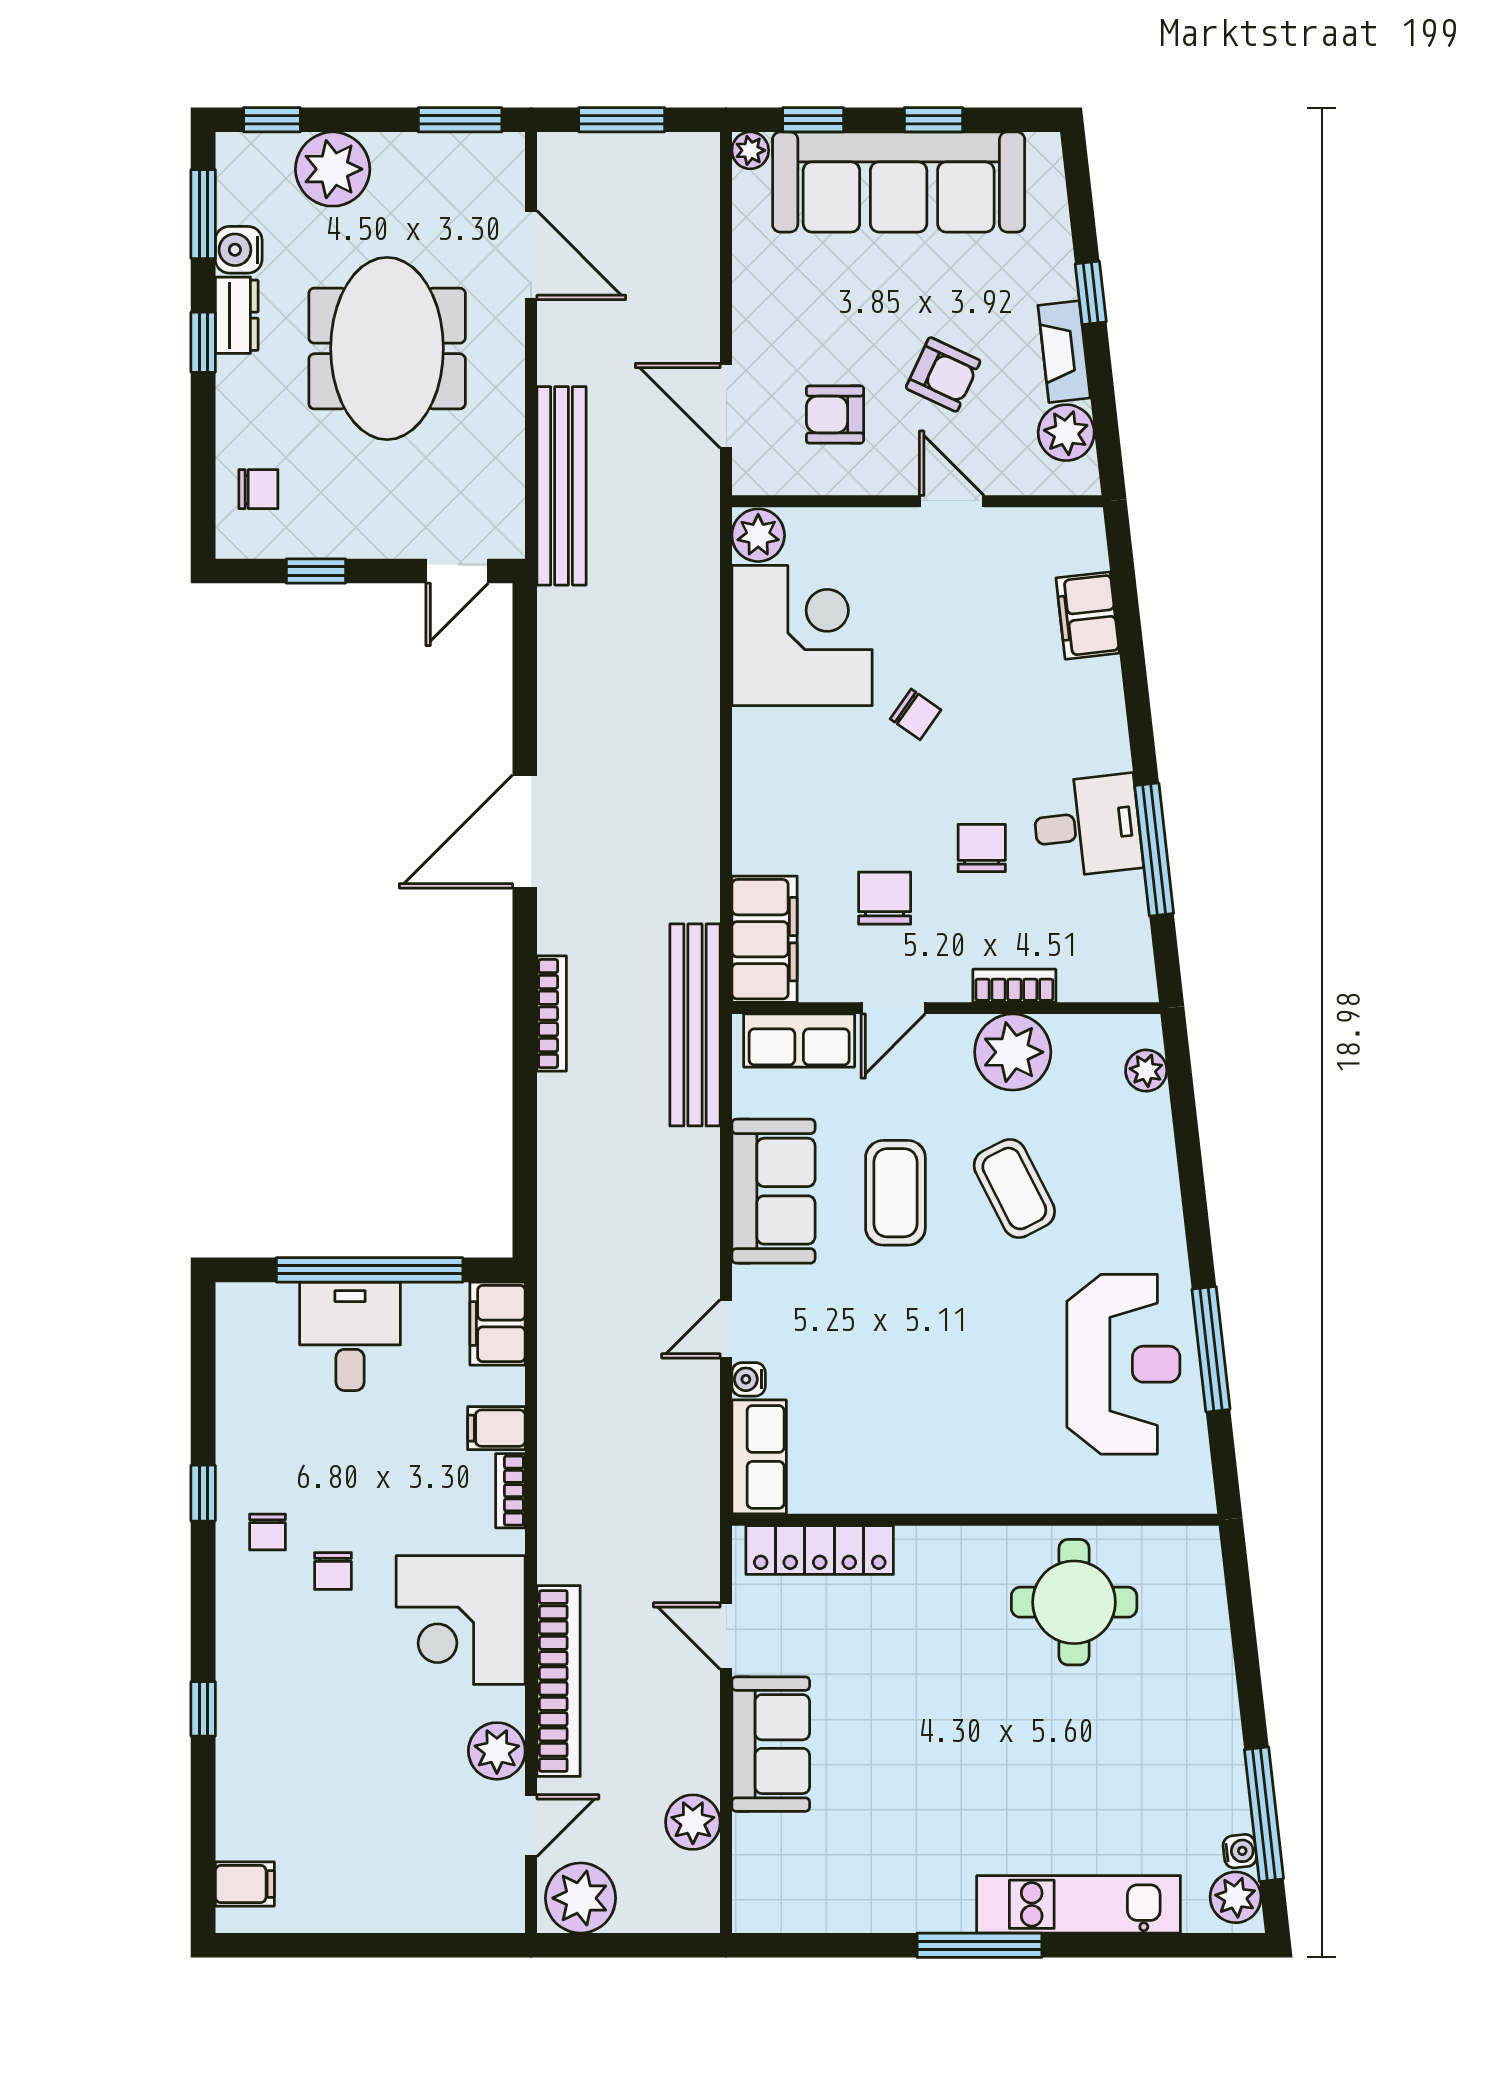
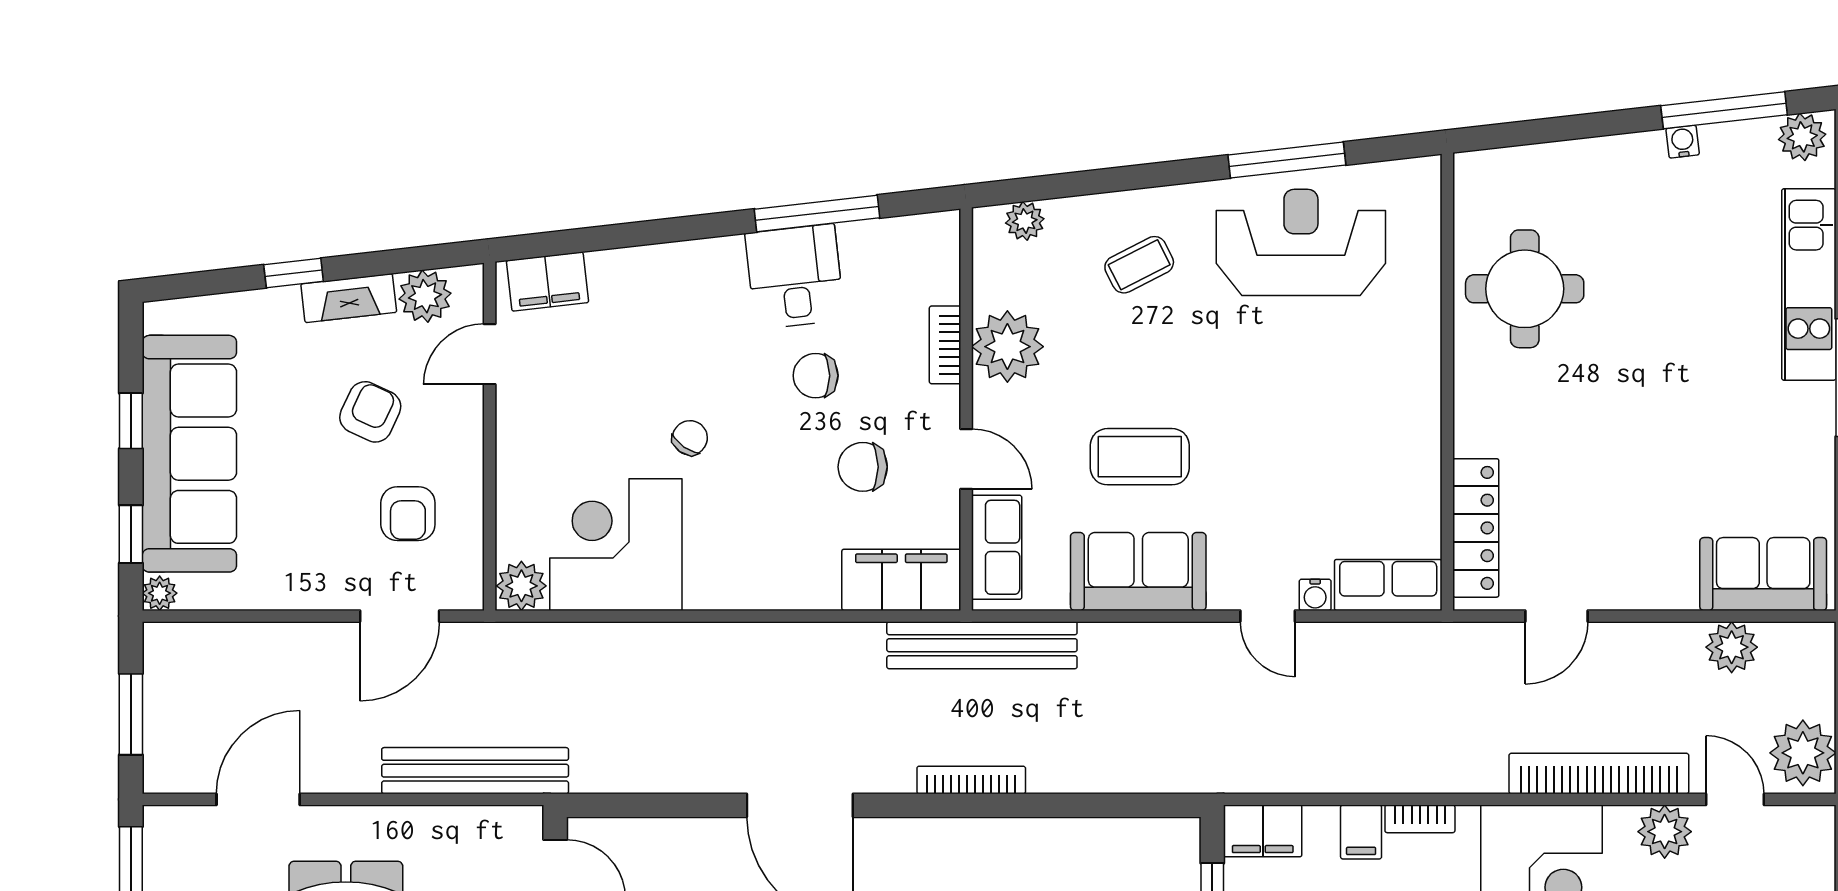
door: (952, 501) -> (490, 354), moved
filing cabinet: (1088, 616) -> (547, 282), moved
coffee table: (1014, 1188) -> (1139, 265), moved, width x0.73, depth x0.77
sofa: (771, 1744) -> (1763, 574), moved
water cooler: (1240, 1851) -> (1683, 142), moved

